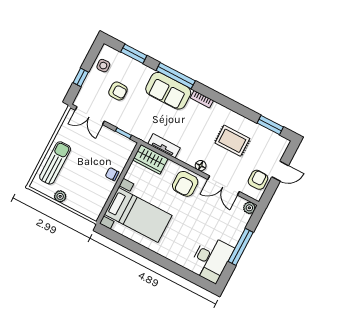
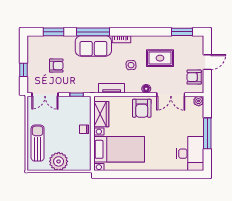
side table: (103, 66) -> (131, 65), moved
wardrobe: (150, 159) -> (101, 114), moved, turned -90
armchair: (258, 180) -> (194, 77), turned -90
plant: (60, 196) -> (59, 161), width x1.87, depth x1.87

